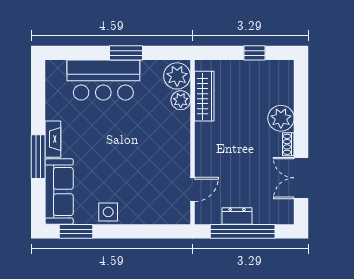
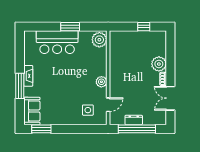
wardrobe: (204, 96) -> (115, 51), removed
plant: (181, 100) -> (101, 82), moved
sofa: (59, 192) -> (32, 111), width x0.73
side table: (108, 212) -> (88, 110), moved

